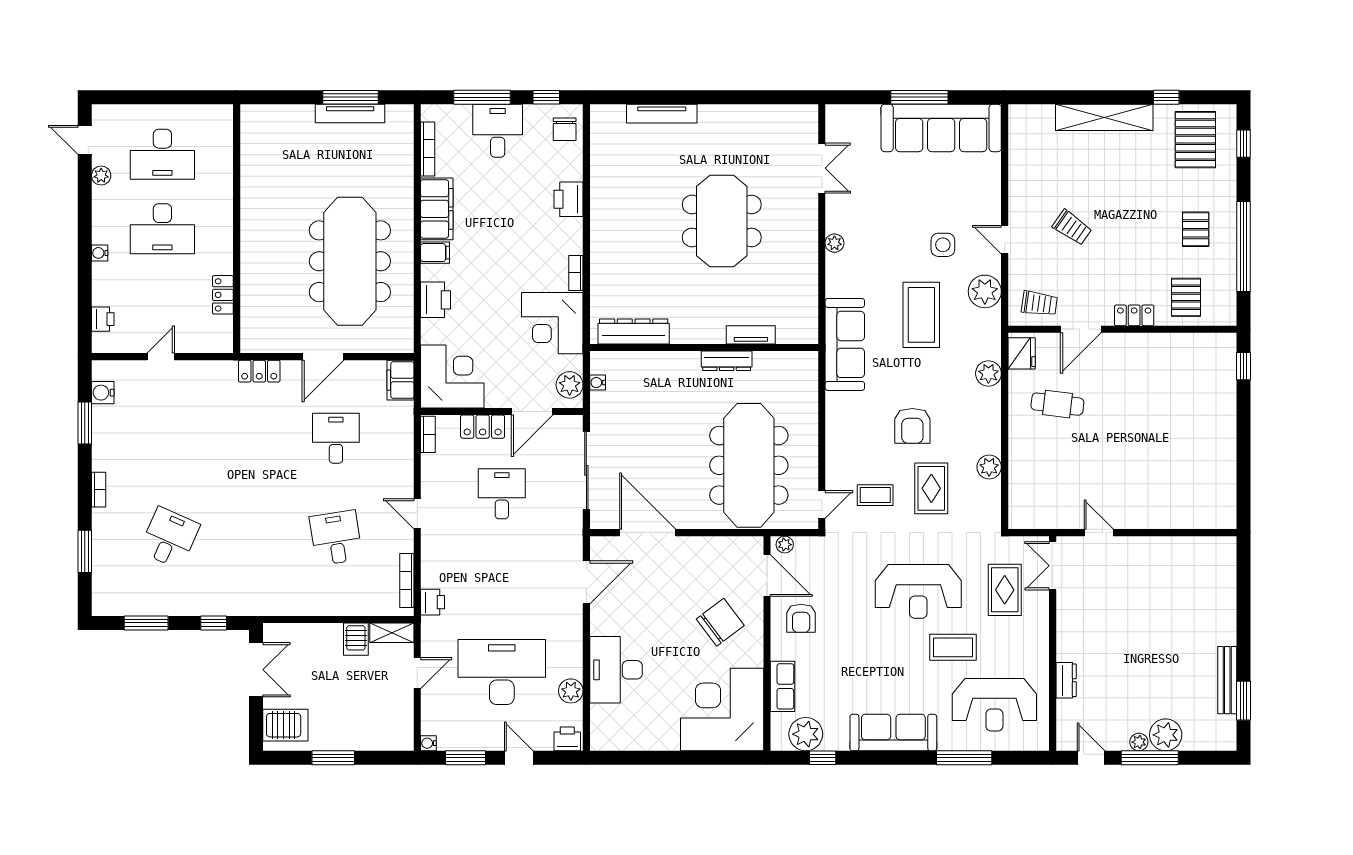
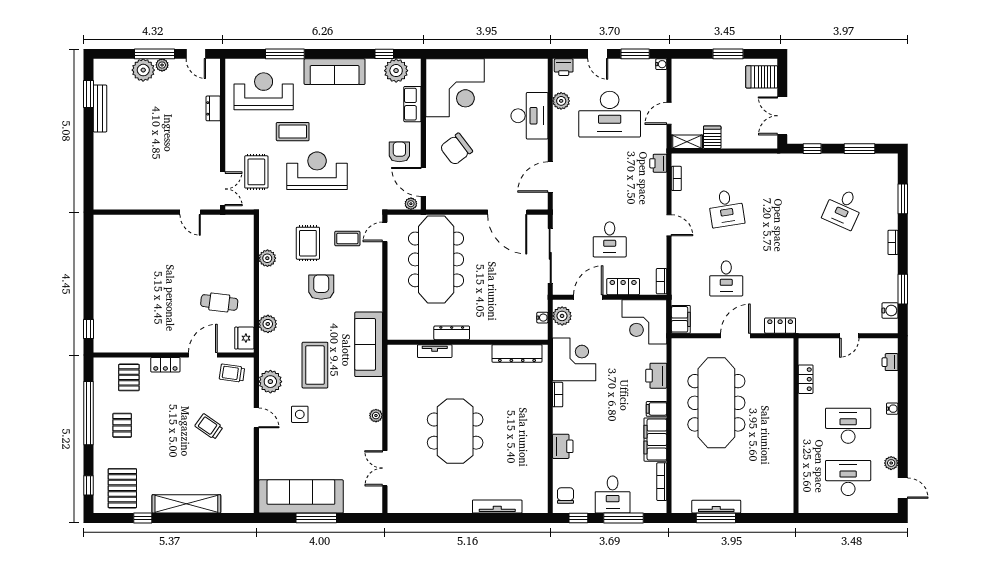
bookcase: (407, 581) -> (676, 178), width x0.64

